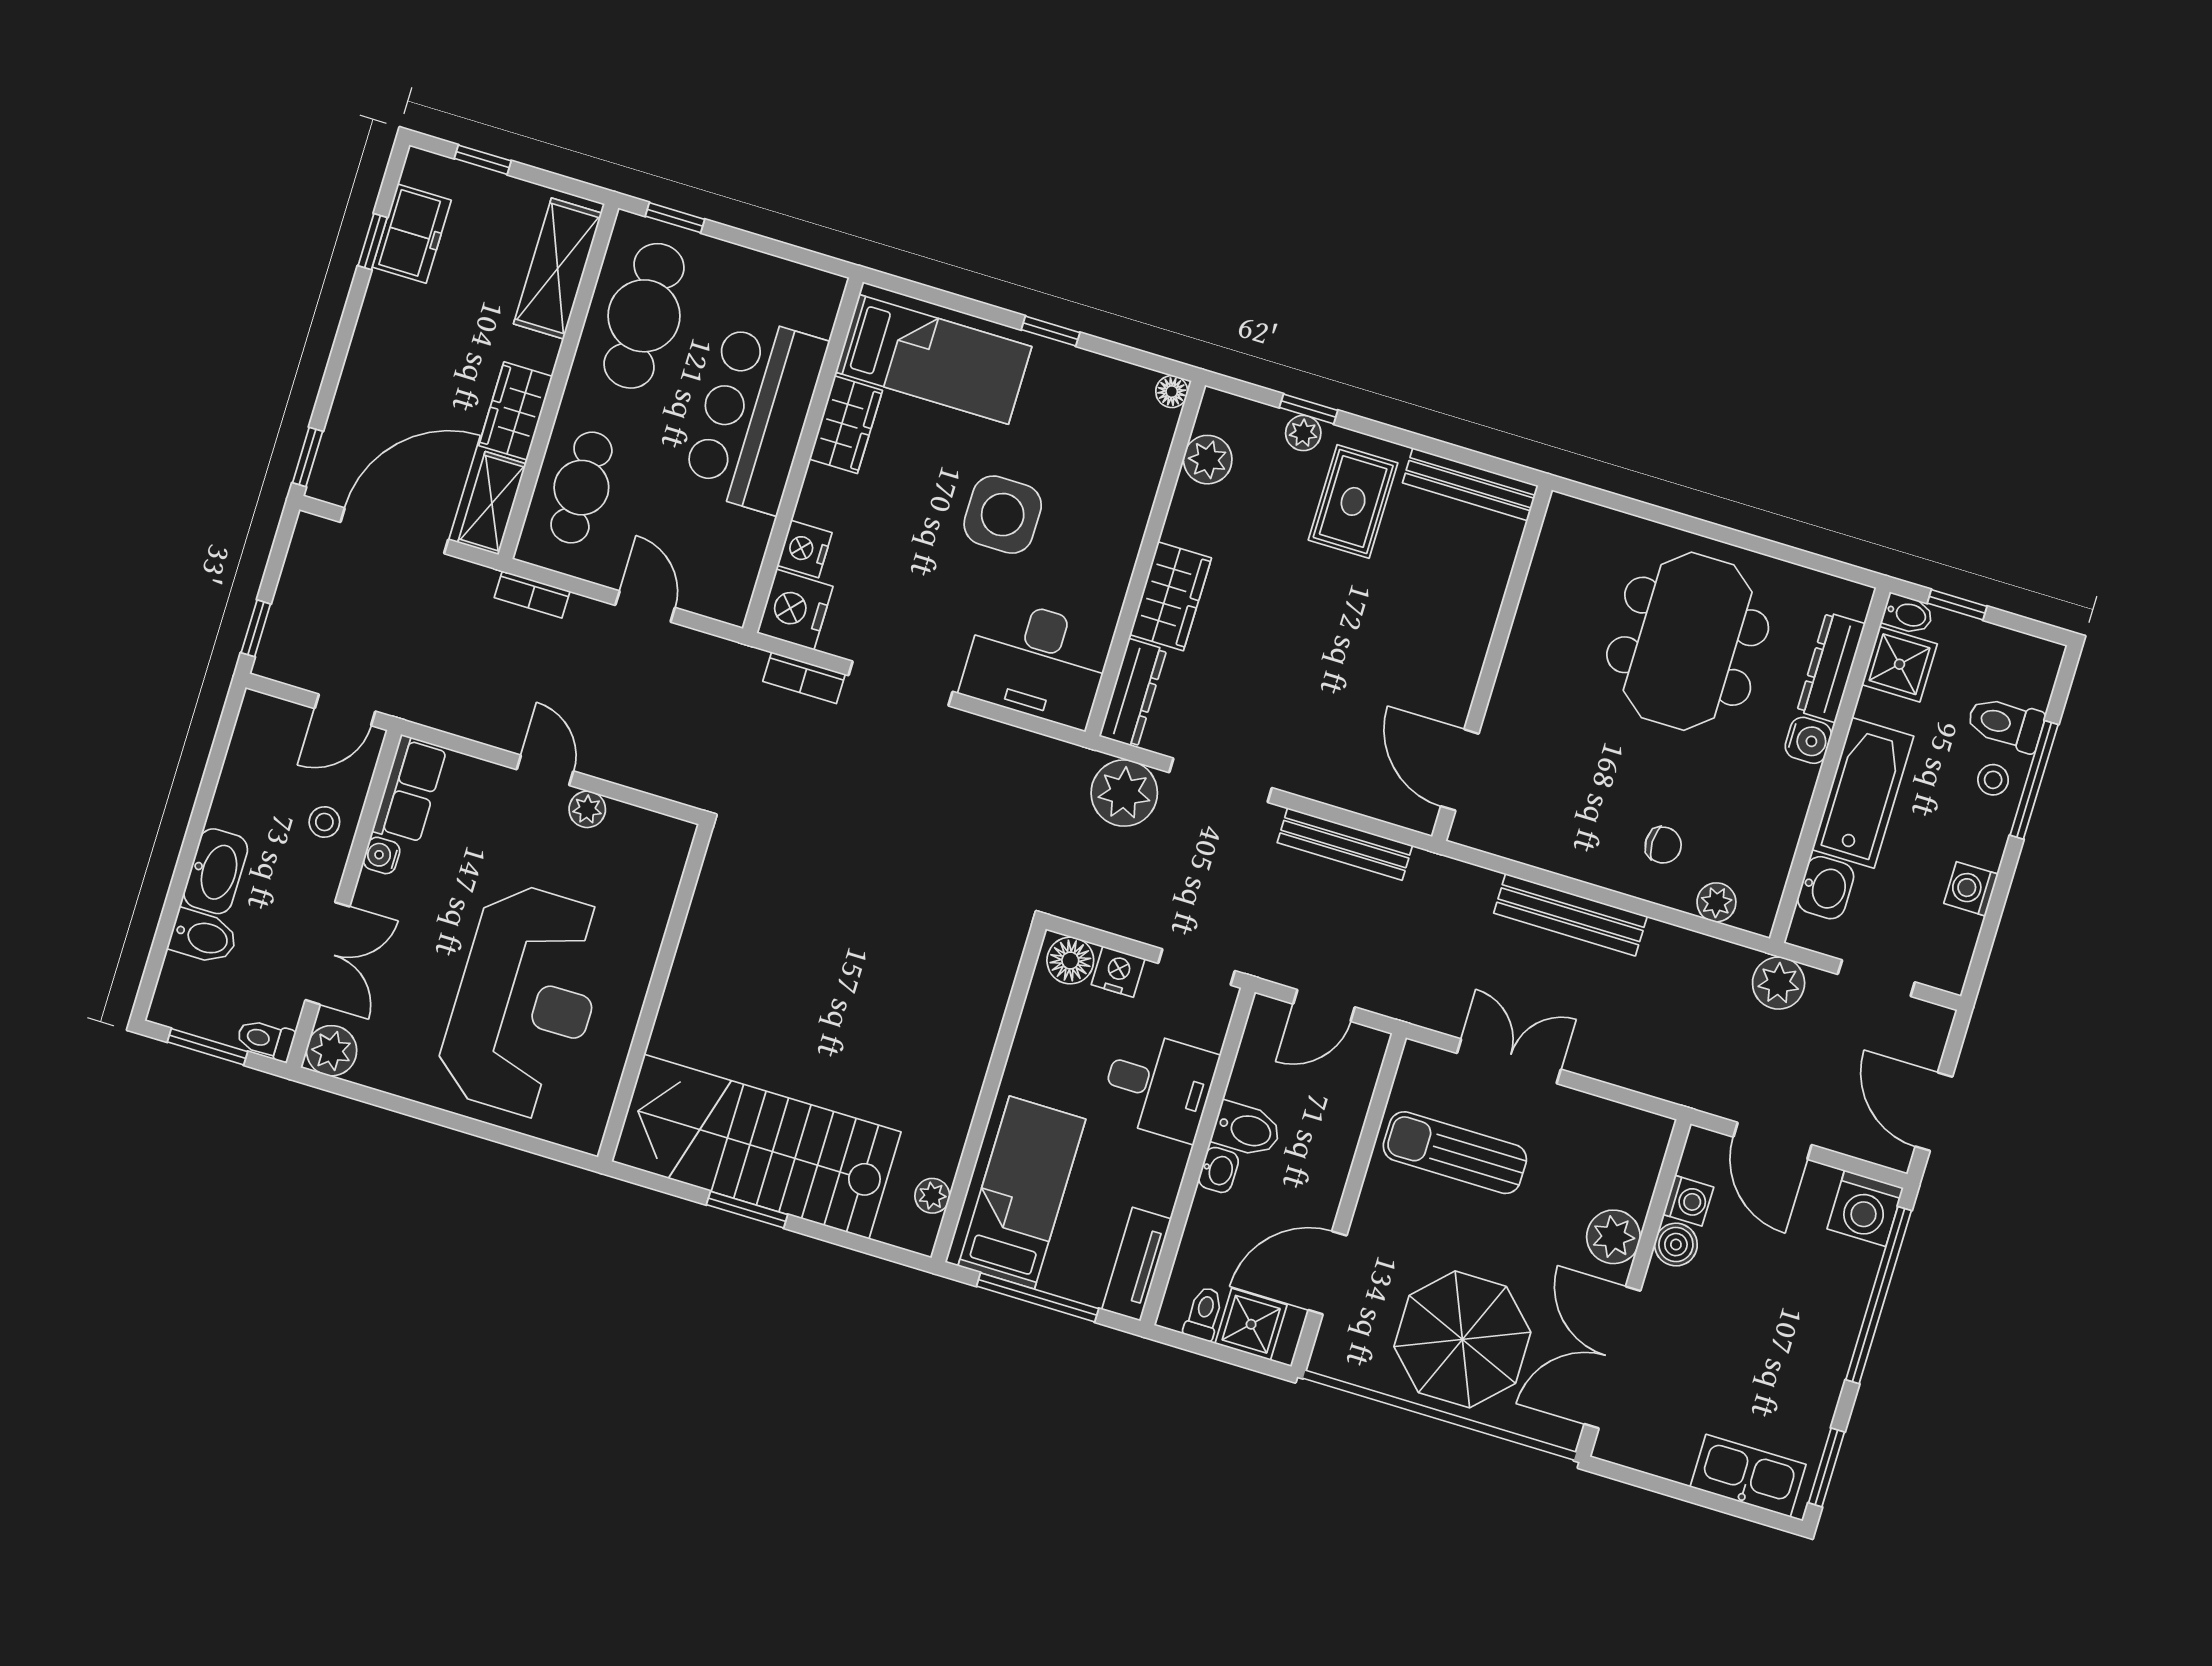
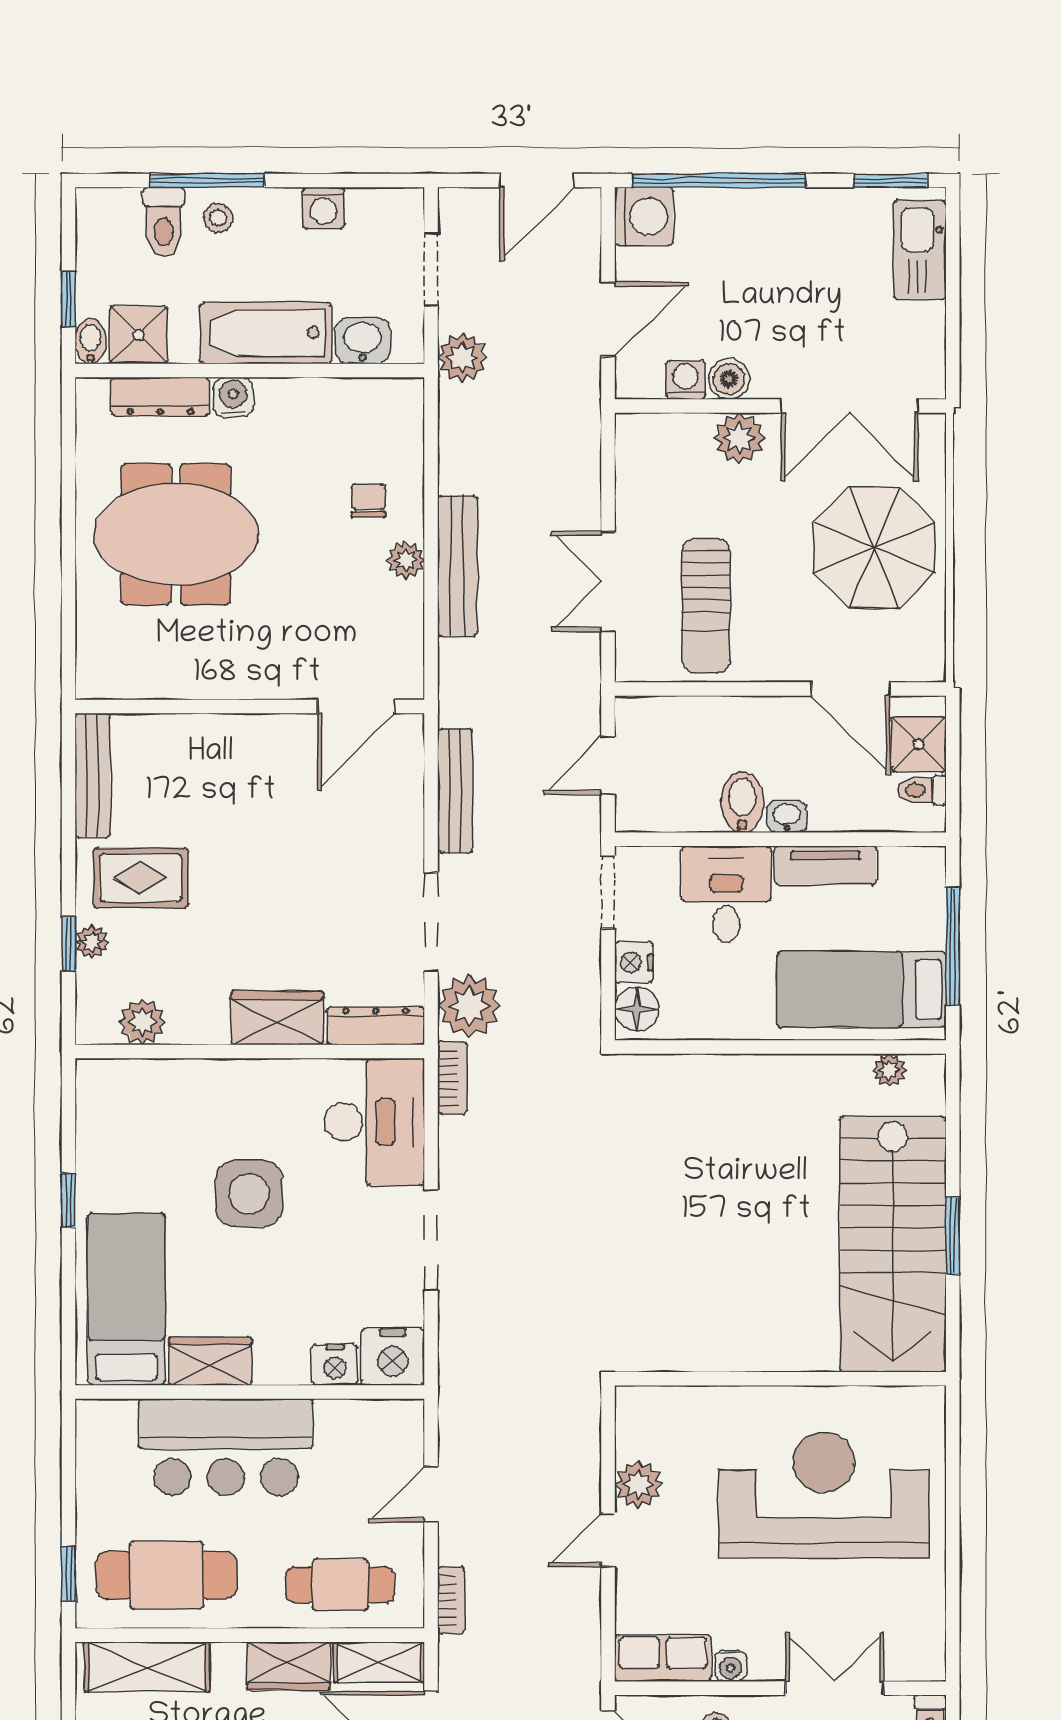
floor lamp: (1172, 392) -> (90, 1073), removed
bookcase: (804, 678) -> (452, 1078), moved
plant: (587, 809) -> (638, 1485), width x1.38, depth x1.38
plant: (1716, 902) -> (406, 560), moved
door: (1324, 1005) -> (608, 765), swing flipped
plant: (332, 1051) -> (922, 1658), removed
tv unit: (1136, 1264) -> (826, 865), moved

